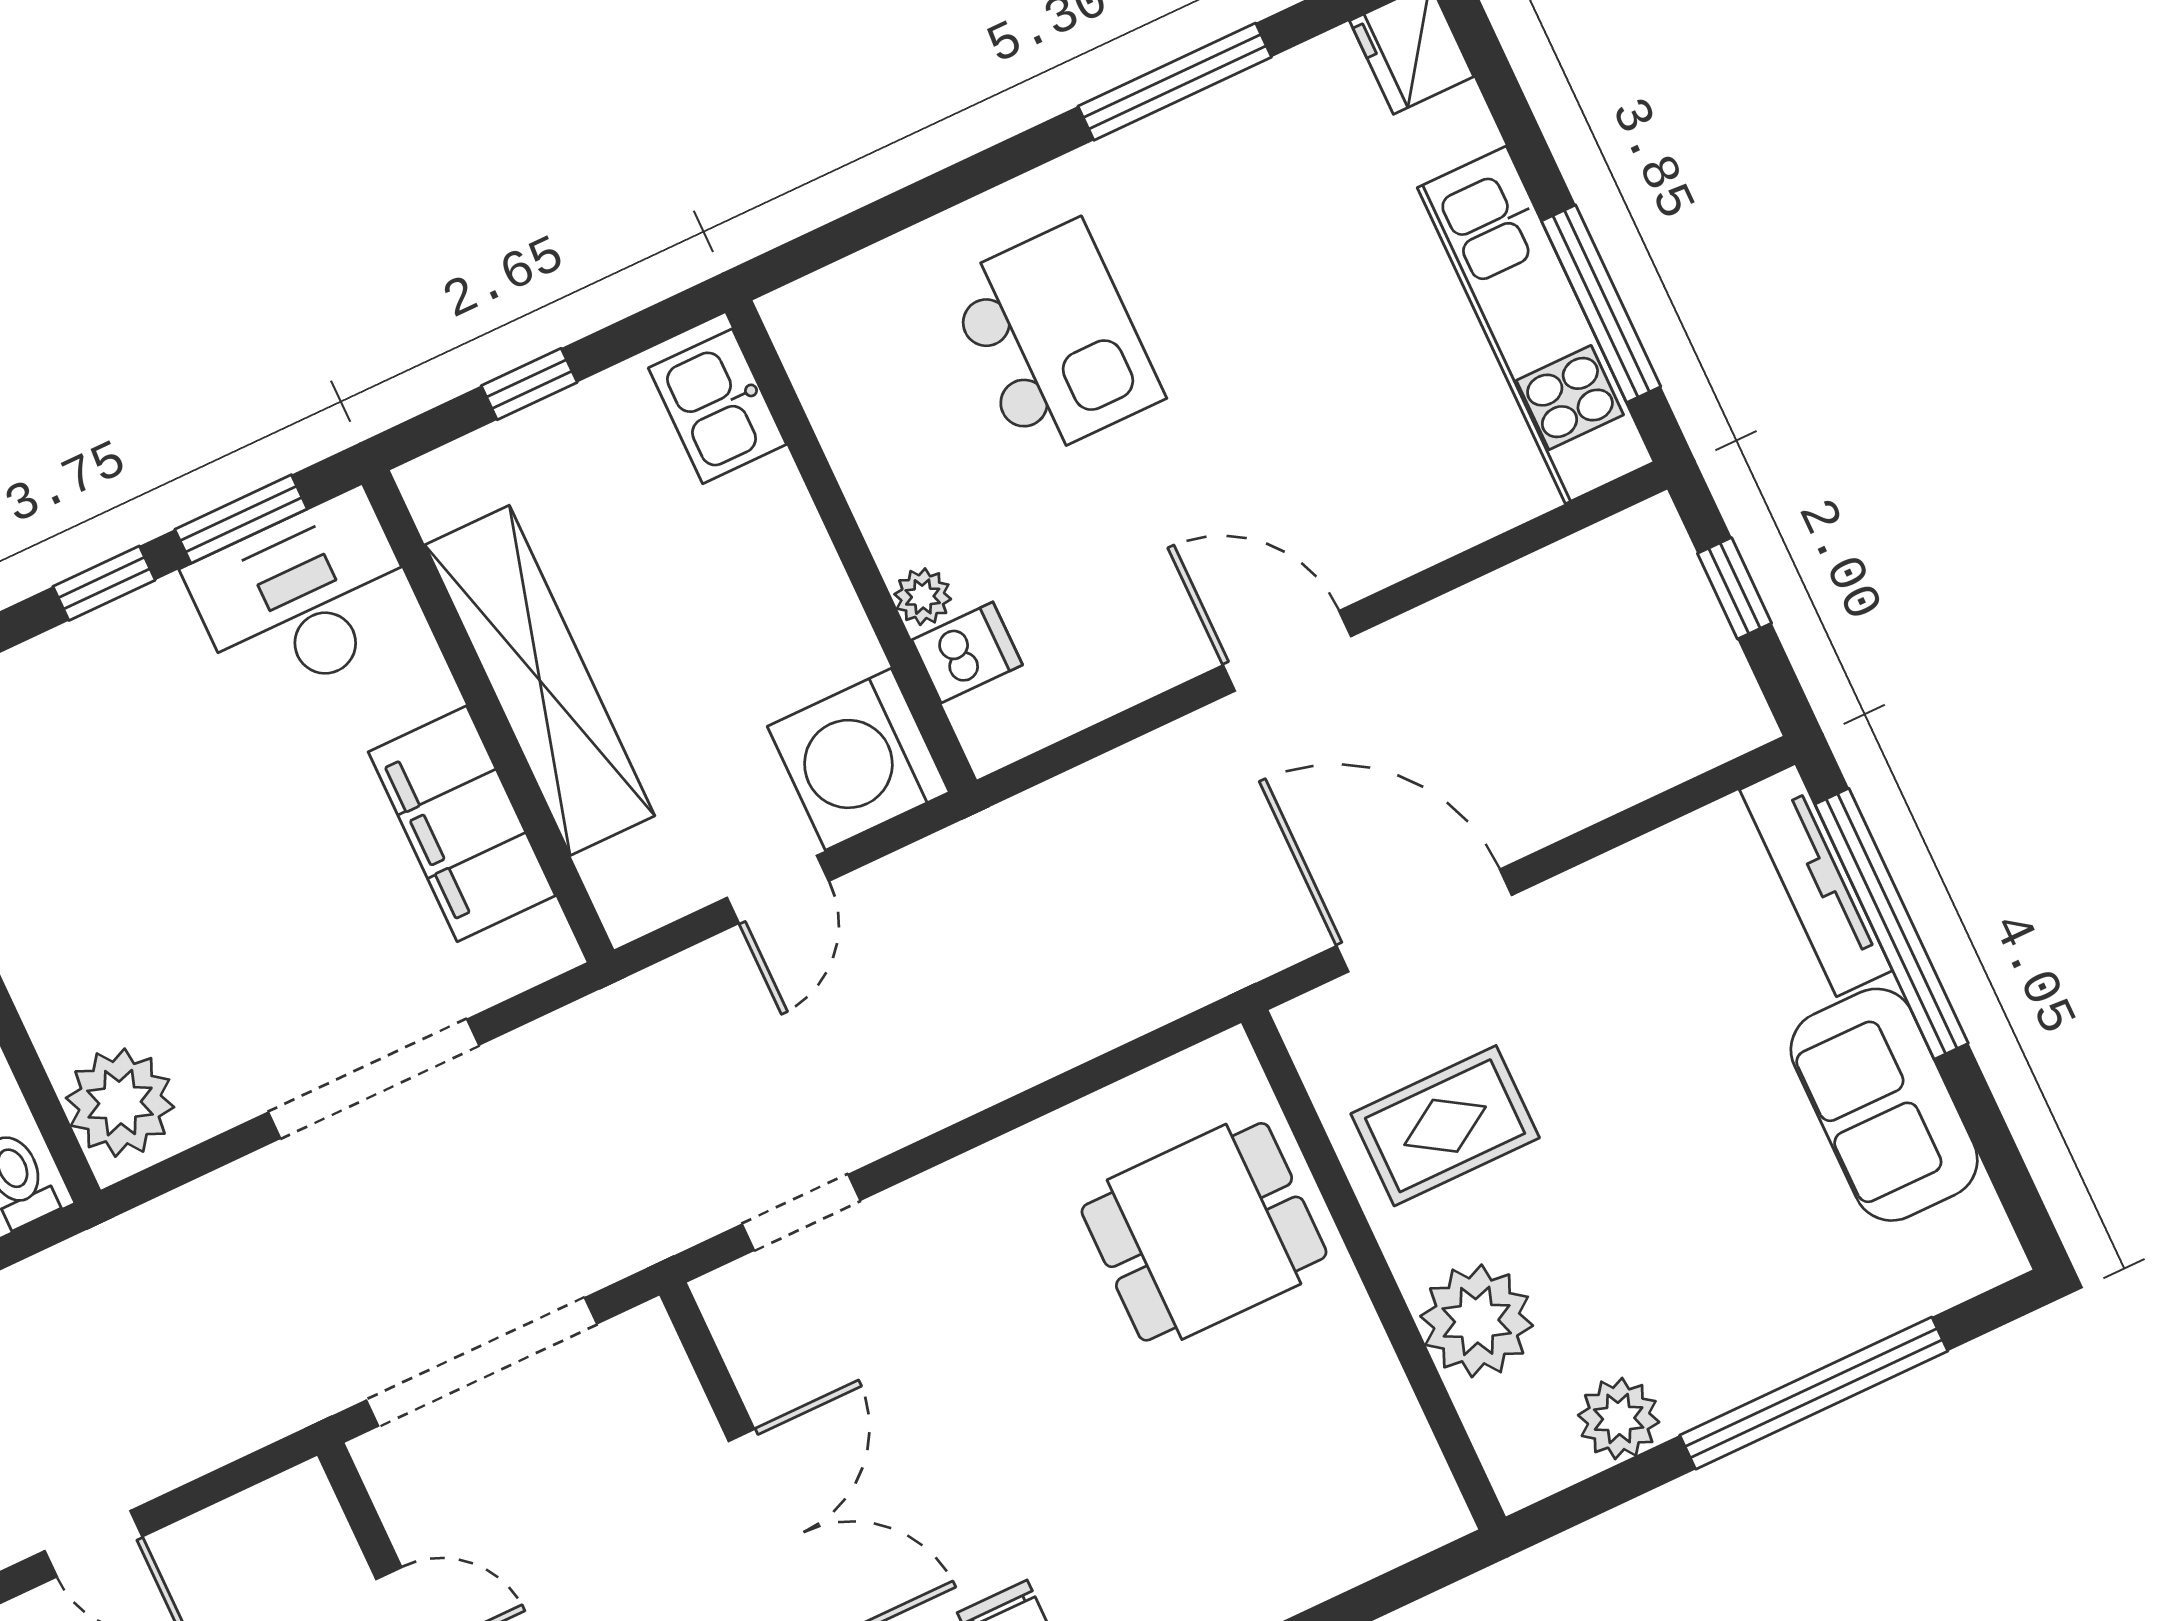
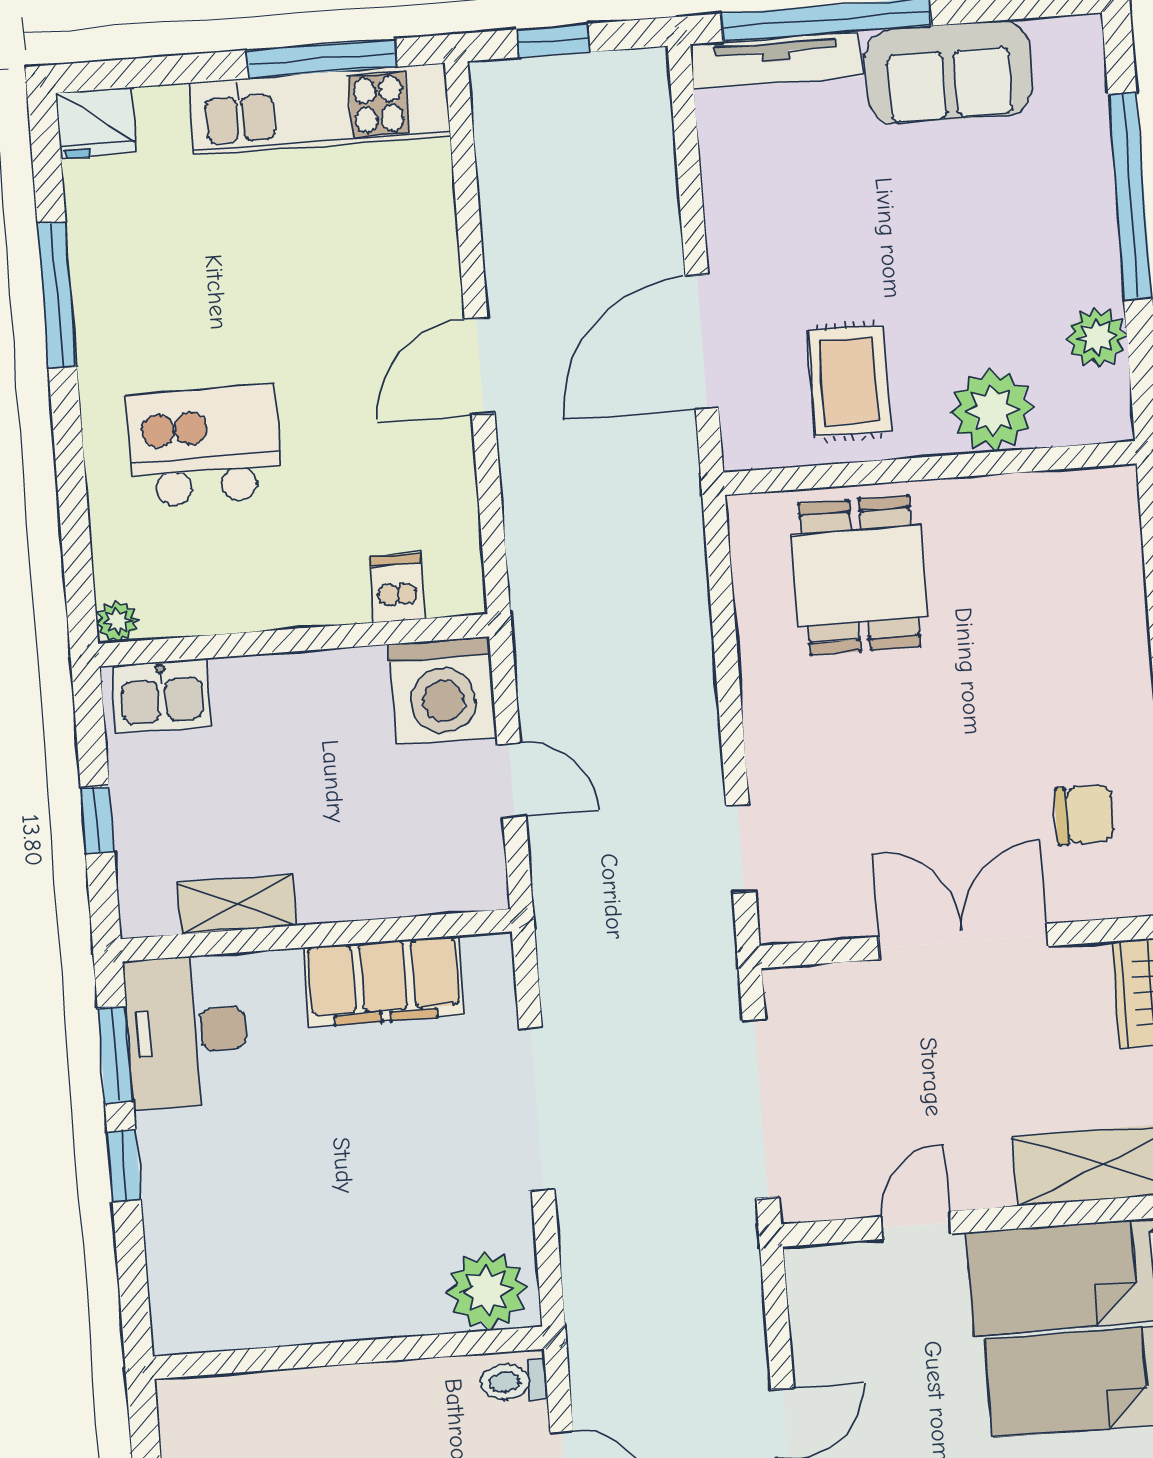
plant: (923, 597) -> (117, 621), moved
shelving: (540, 680) -> (237, 904), width x0.45, depth x0.75

